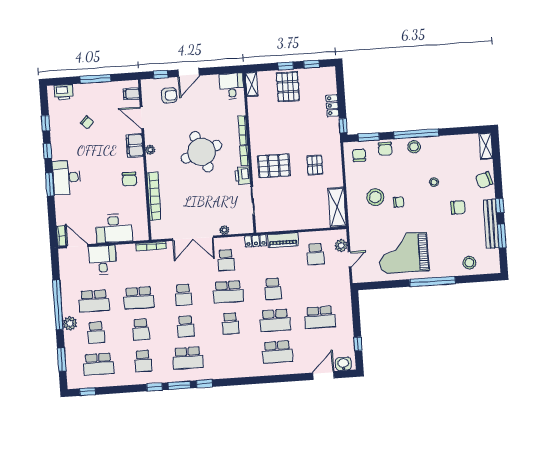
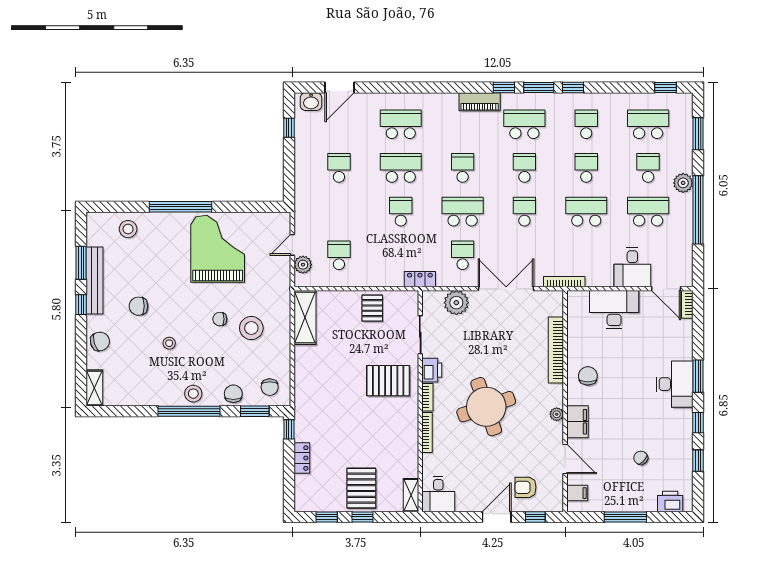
pallet: (315, 165) -> (372, 308), moved
plant: (224, 230) -> (456, 303), width x1.88, depth x1.88
piano: (283, 240) -> (480, 102), moved, turned 180
grand piano: (404, 253) -> (218, 249), turned -90
school desk: (320, 317) -> (339, 168), width x0.54

